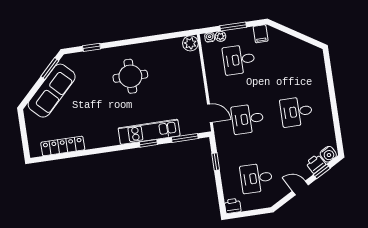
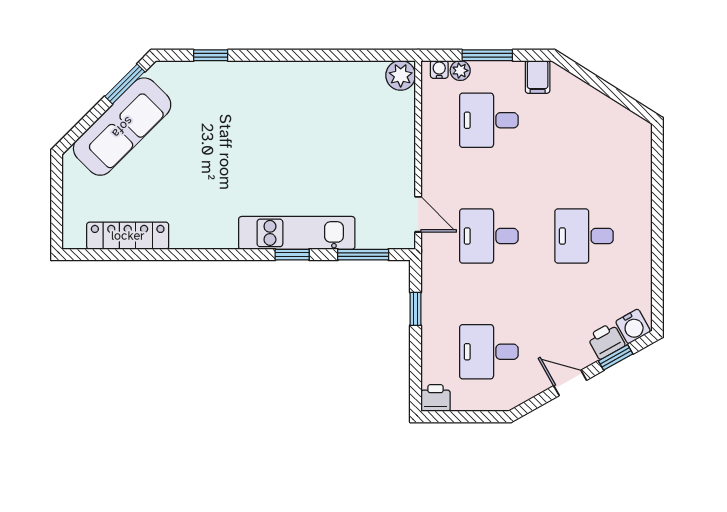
round table: (130, 76) -> (277, 121), removed

